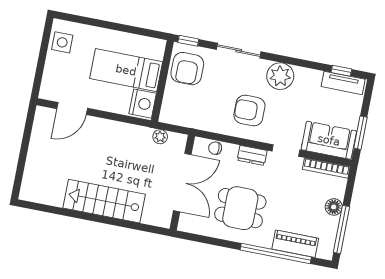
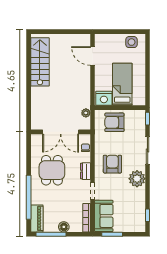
armchair: (187, 69) -> (114, 122), moved
tv unit: (343, 83) -> (140, 218), removed
stairs: (104, 201) -> (40, 62), moved
piano: (295, 244) -> (37, 218), moved

